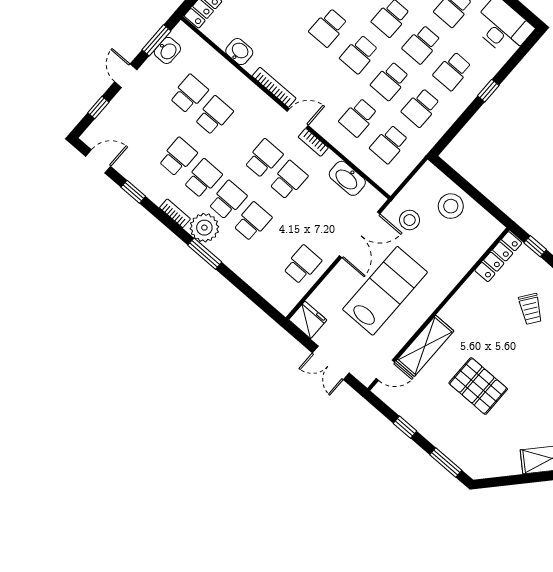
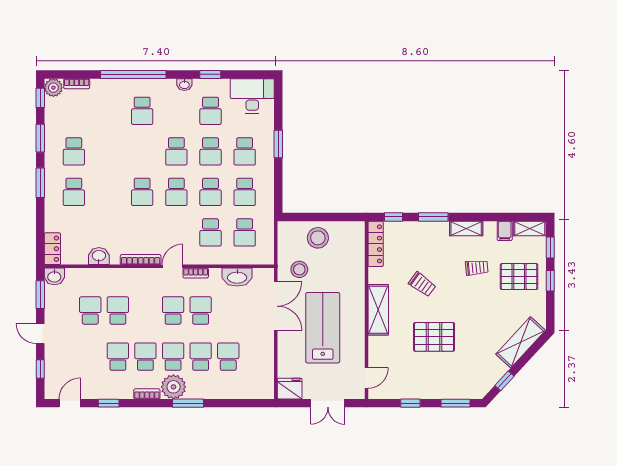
washbasin: (167, 50) -> (54, 276), moved, turned 90
window: (488, 91) -> (278, 144), width x1.50
school desk: (302, 265) -> (228, 357), moved
trolley: (531, 309) -> (422, 284), moved
shelving: (425, 346) -> (378, 310), moved
window: (507, 481) -> (504, 381), added

